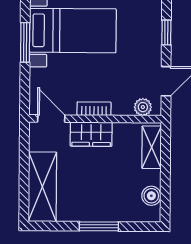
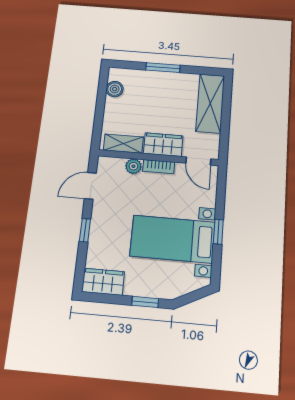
window: (25, 42) -> (218, 232), width x0.67
plant: (143, 107) -> (133, 166), moved
shelving: (152, 147) -> (123, 144), moved, turned 90

